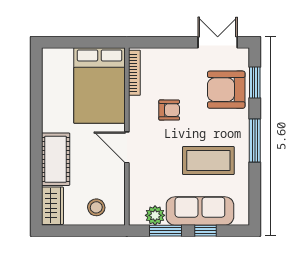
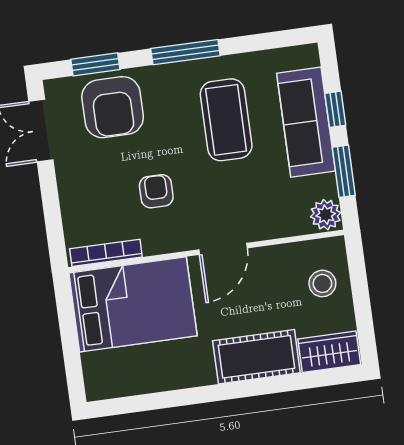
plant: (155, 215) -> (326, 215), moved

